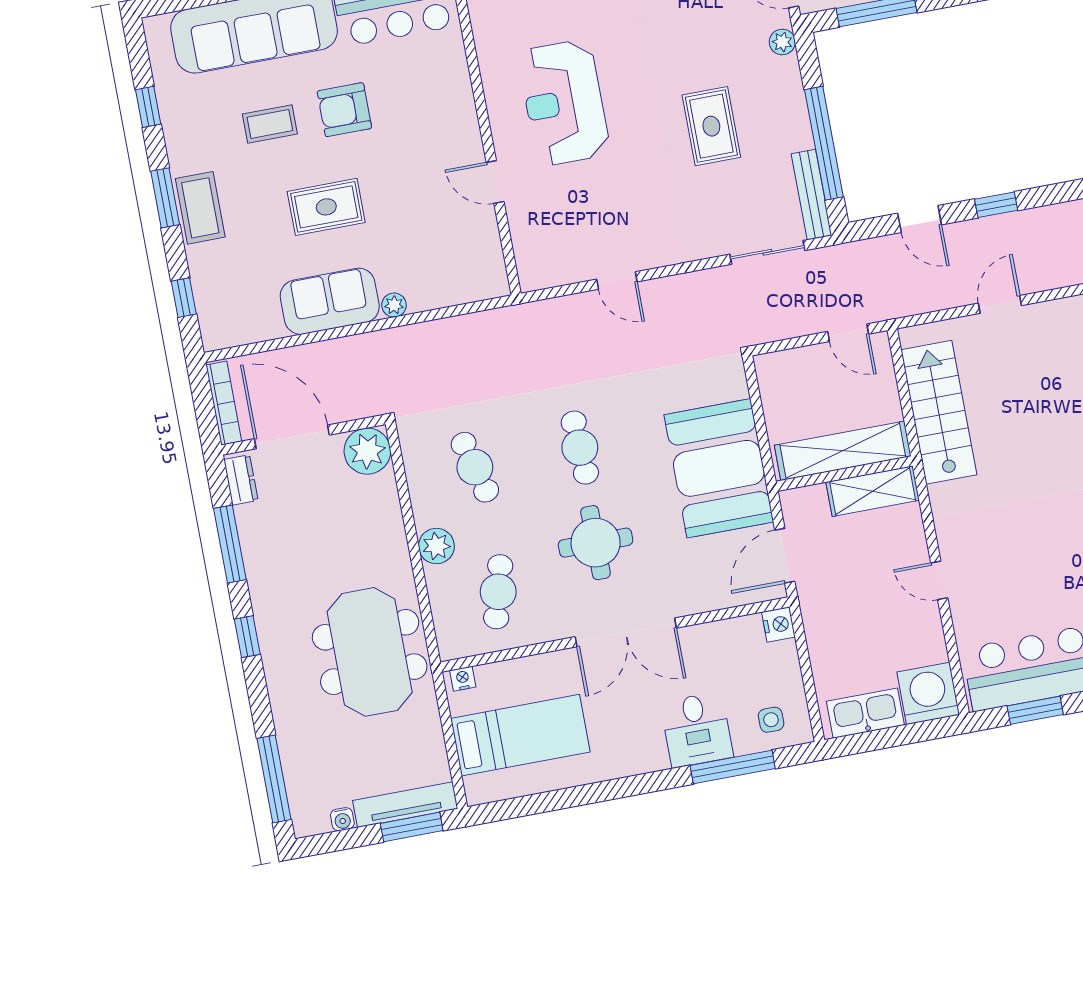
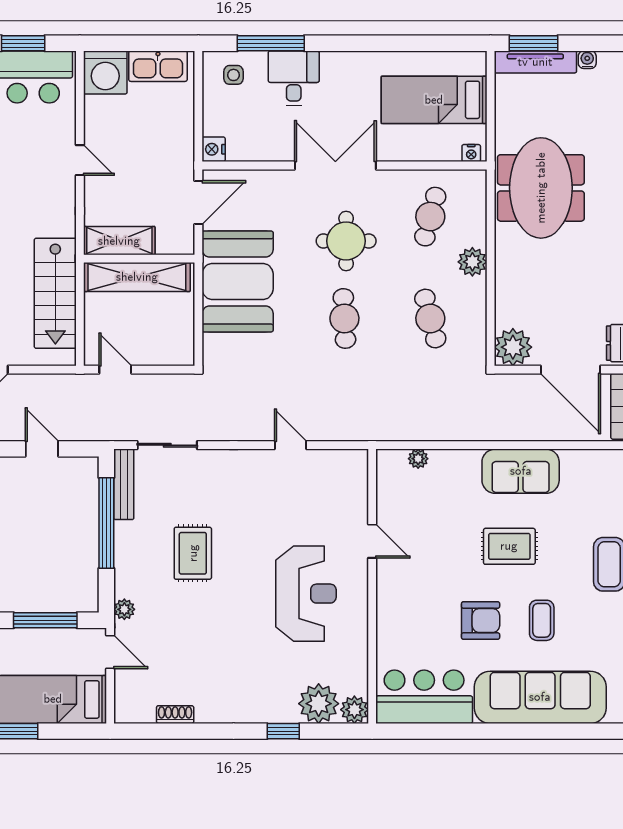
coffee table: (270, 124) -> (542, 620), turned 90
plant: (394, 305) -> (418, 459), moved

